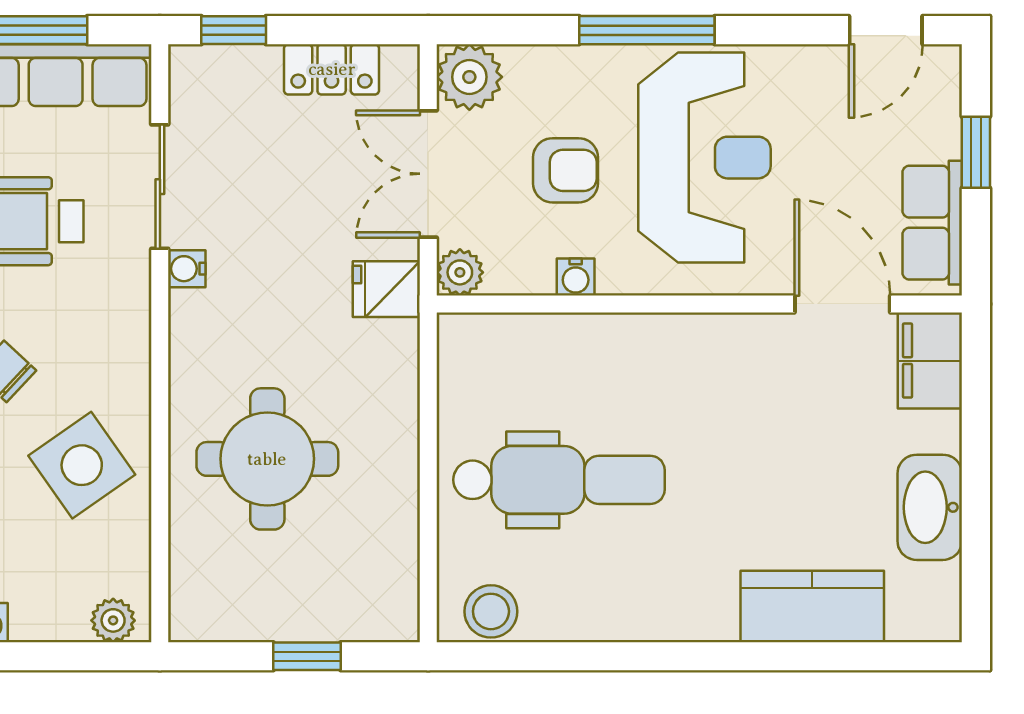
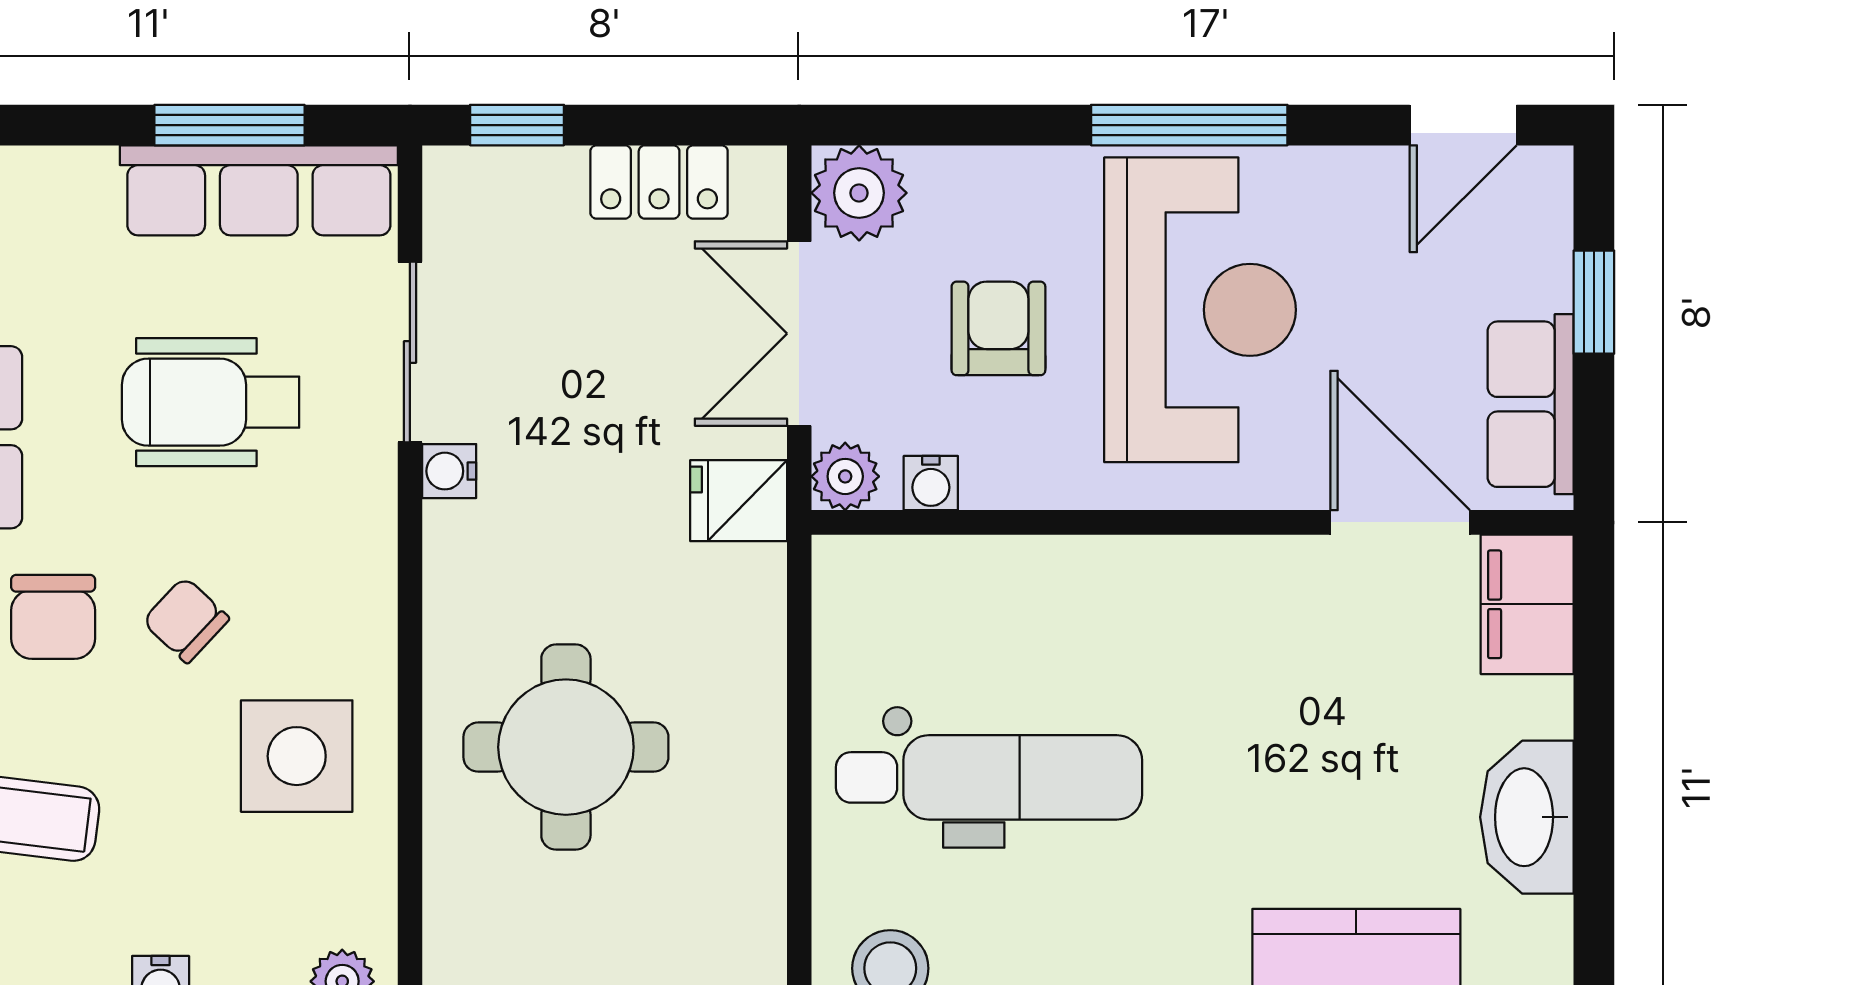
window: (647, 30) -> (1189, 125), moved
armchair: (565, 170) -> (998, 328), turned -90
water cooler: (576, 277) -> (931, 483), moved
side table: (82, 465) -> (297, 756), turned 35

